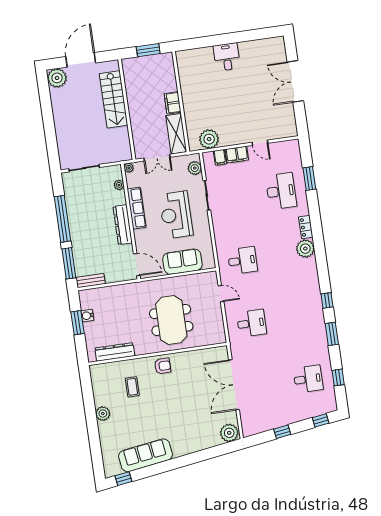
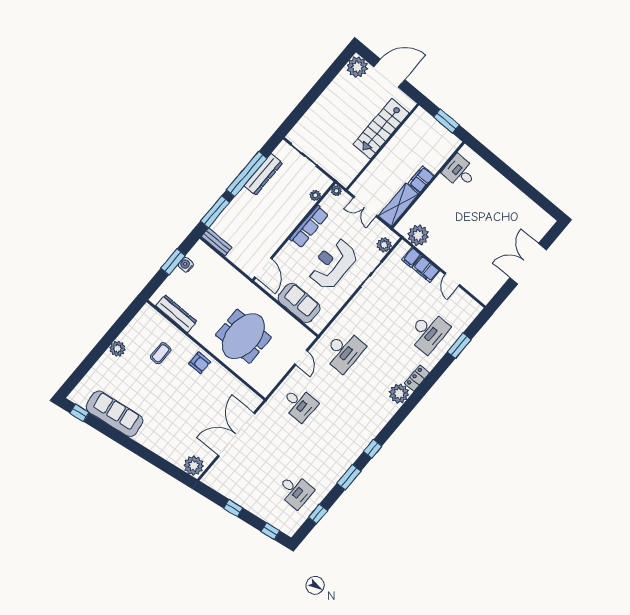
desk: (227, 57) -> (460, 172), moved, turned -90
dresser: (123, 225) -> (263, 174), moved, turned 180
desk: (243, 261) -> (344, 351), width x1.37

